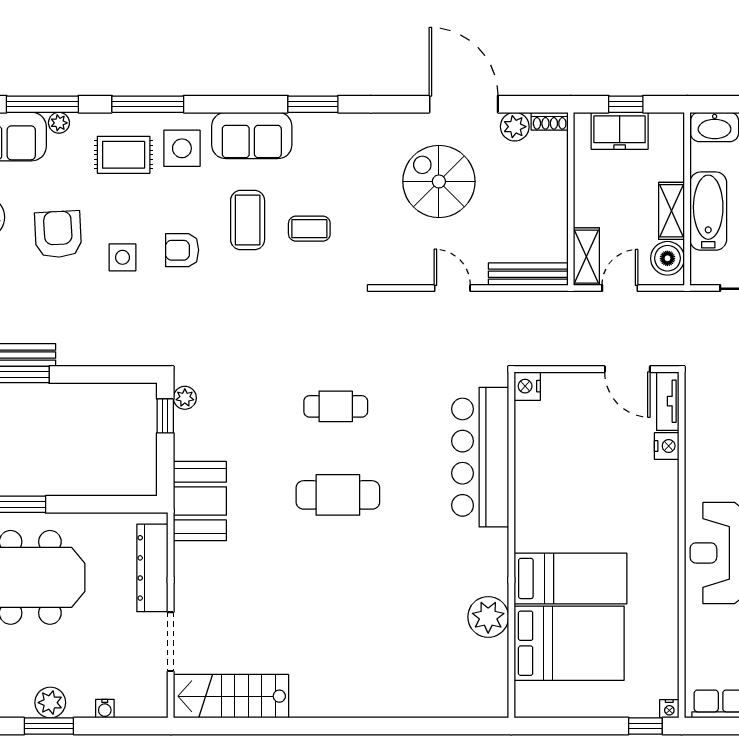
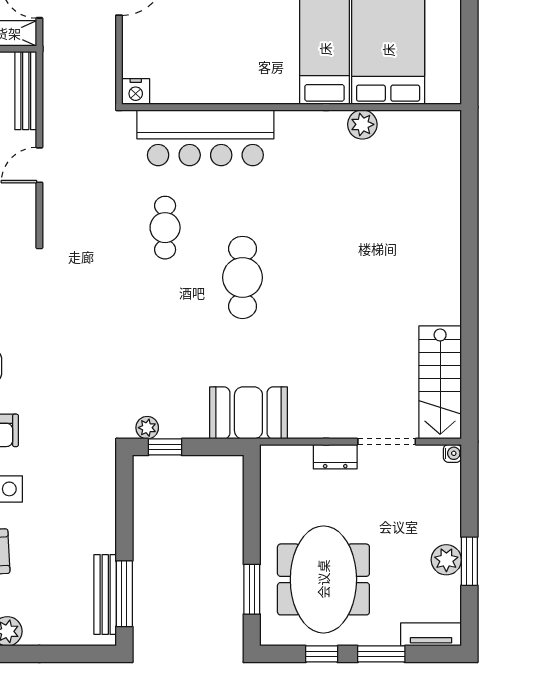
cafe table: (336, 406) -> (165, 228), moved
dresser: (152, 568) -> (335, 457), width x0.51, depth x0.80
plant: (488, 617) -> (362, 124), width x0.73, depth x0.73
water cooler: (105, 709) -> (452, 453), moved

